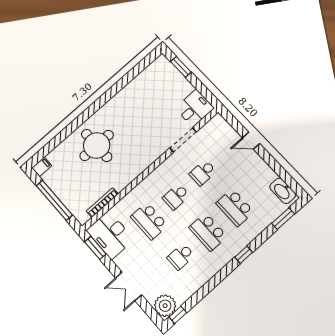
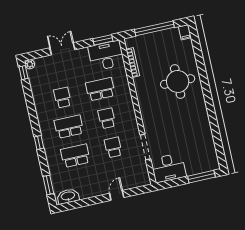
window: (181, 67) -> (201, 177), width x1.44
desk: (195, 108) -> (168, 168), width x1.37
plant: (165, 306) -> (30, 64), width x0.53, depth x0.53

